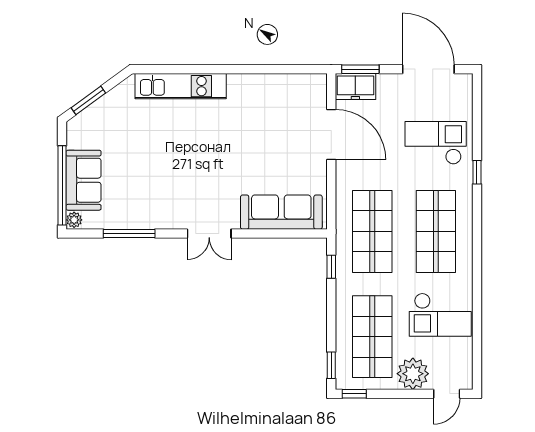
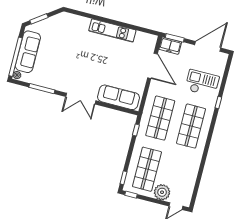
door: (428, 69) -> (208, 46), hinge flipped
kitchen unit: (181, 86) -> (112, 31), moved
sofa: (84, 180) -> (28, 52), width x1.36
double door: (209, 234) -> (81, 99), width x1.37
checkout: (440, 315) -> (183, 167), removed

